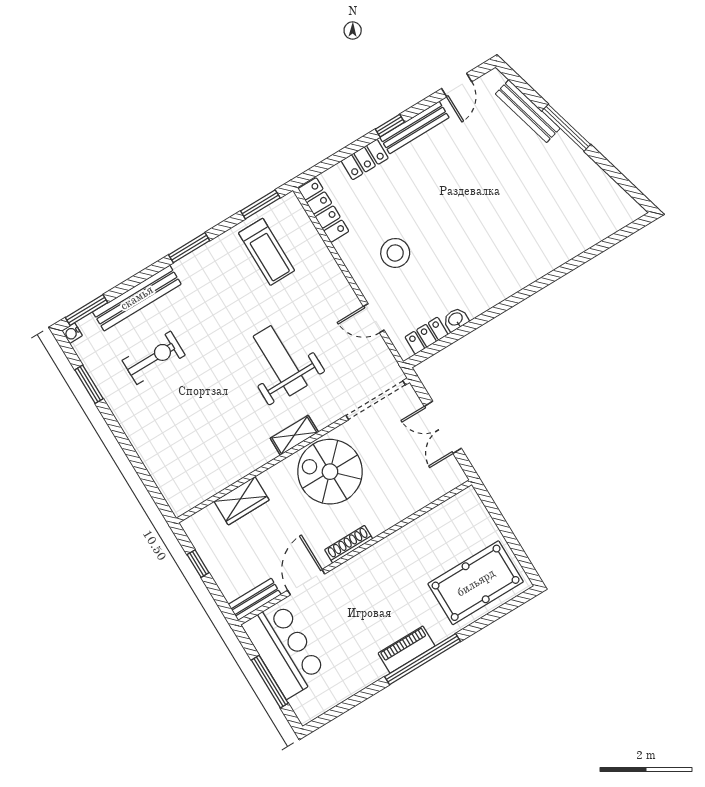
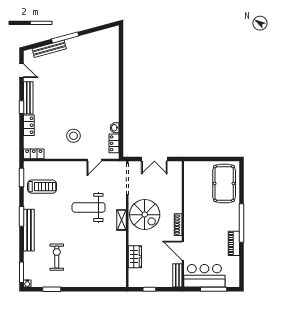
locker: (323, 210) -> (34, 154), width x0.66
bench: (137, 298) -> (29, 230), moved
spiral stairs: (330, 472) -> (145, 215), turned -90
piano: (407, 650) -> (234, 243), moved

